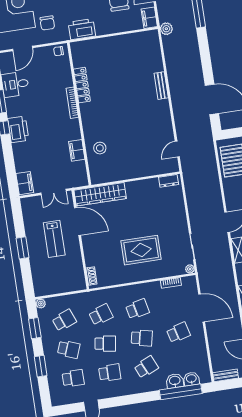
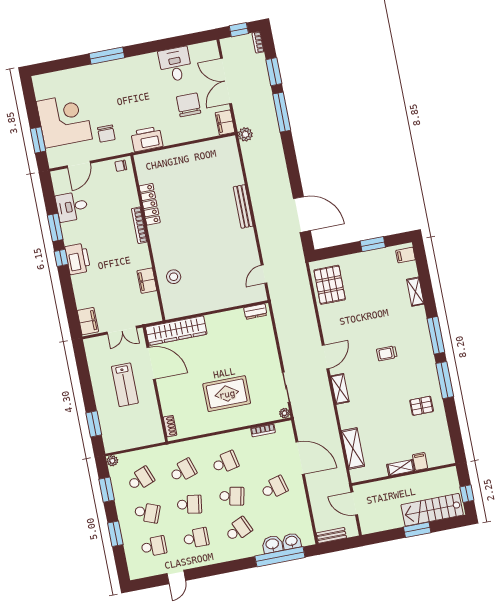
bench: (161, 86) -> (243, 206), width x1.36
window: (23, 248) -> (94, 424), moved

